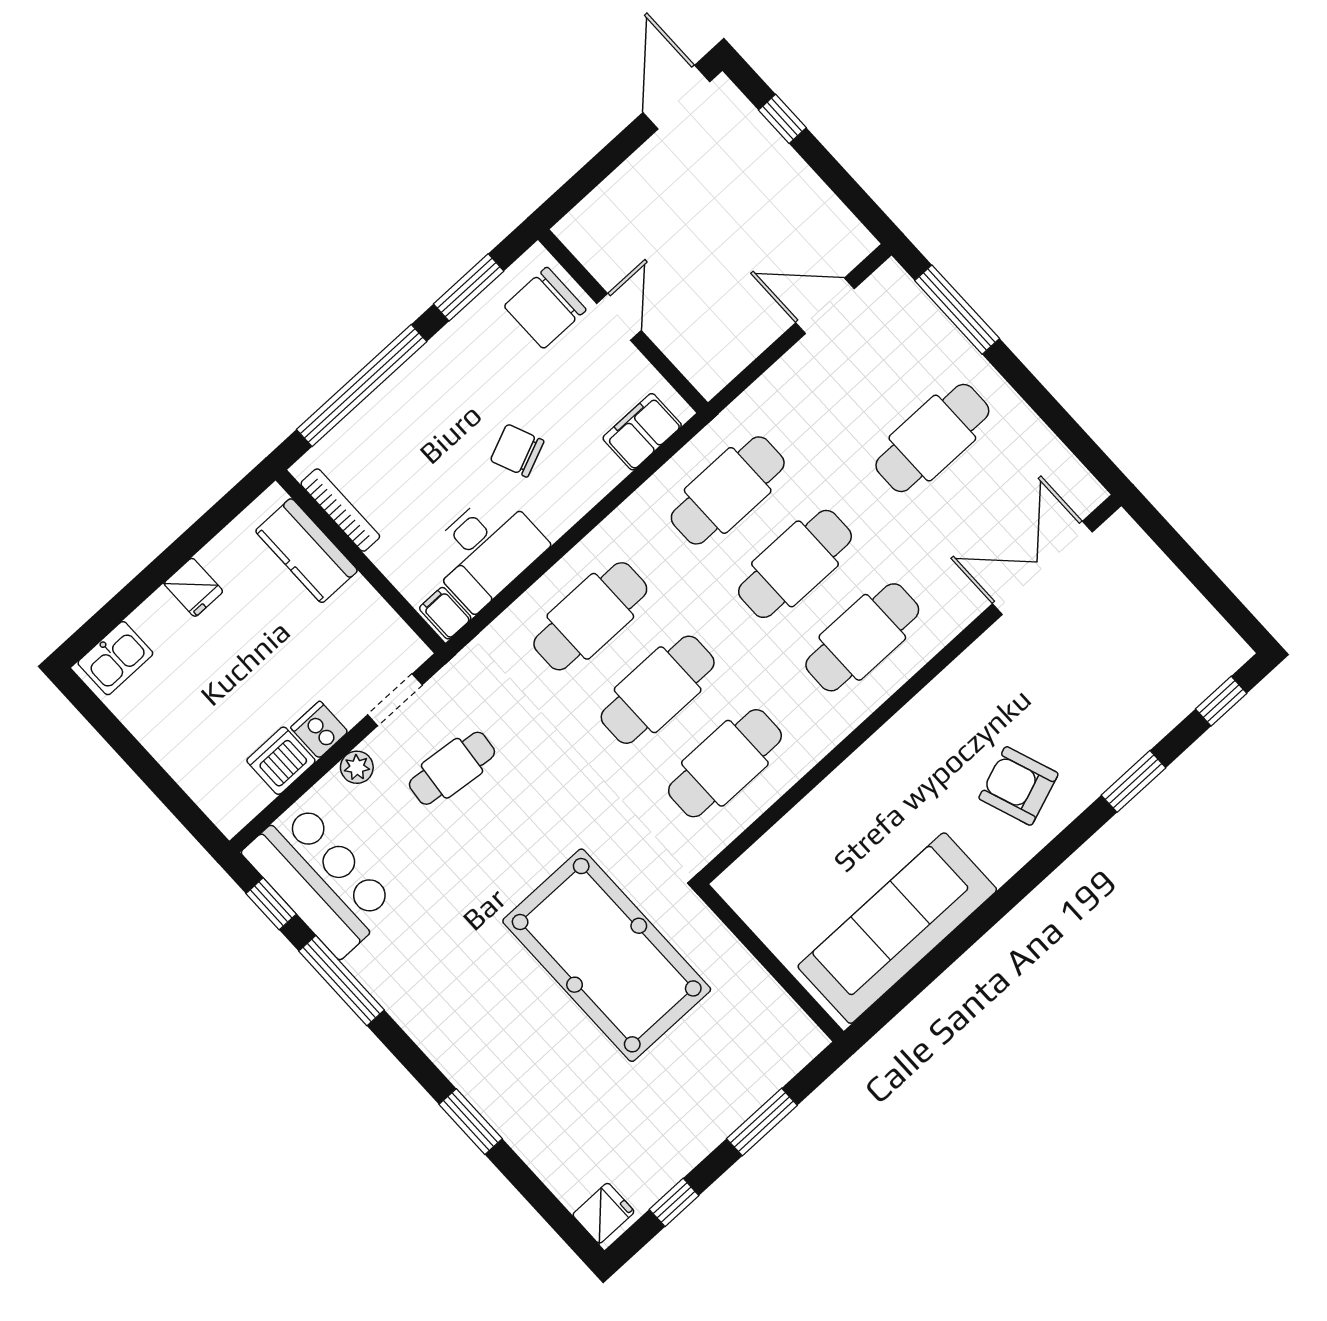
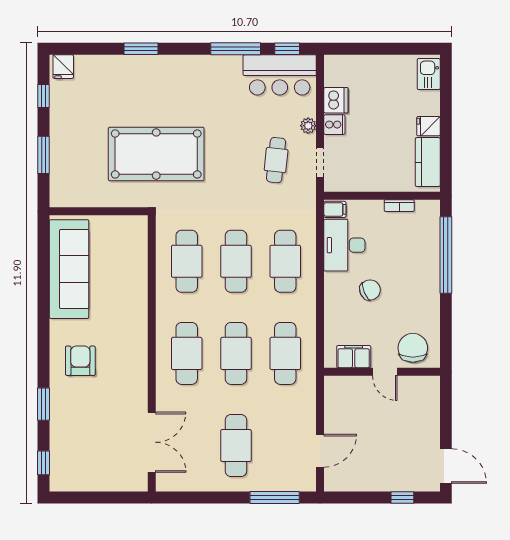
window: (469, 287) -> (446, 327), removed
filing cabinet: (642, 432) -> (354, 357), moved, turned -90
bookcase: (340, 510) -> (399, 206), width x0.64
kitchen counter: (306, 551) -> (428, 162), moved, turned -90
armchair: (1018, 786) -> (80, 361), turned -70

